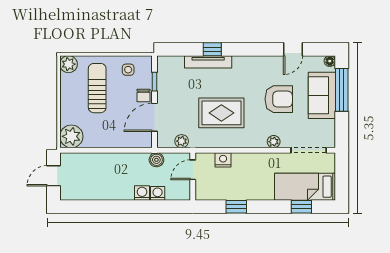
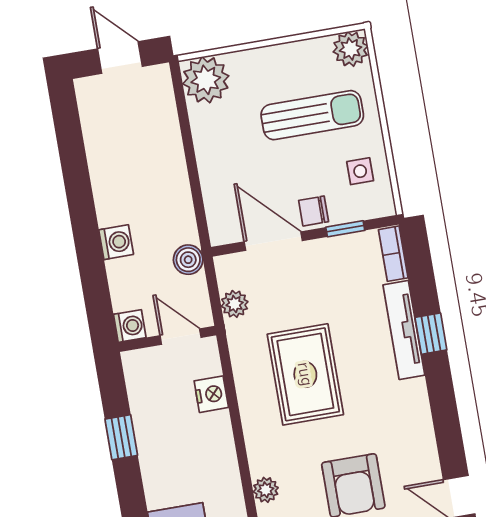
bookcase: (171, 61) -> (393, 254), added
washing machine: (158, 193) -> (130, 326), moved

